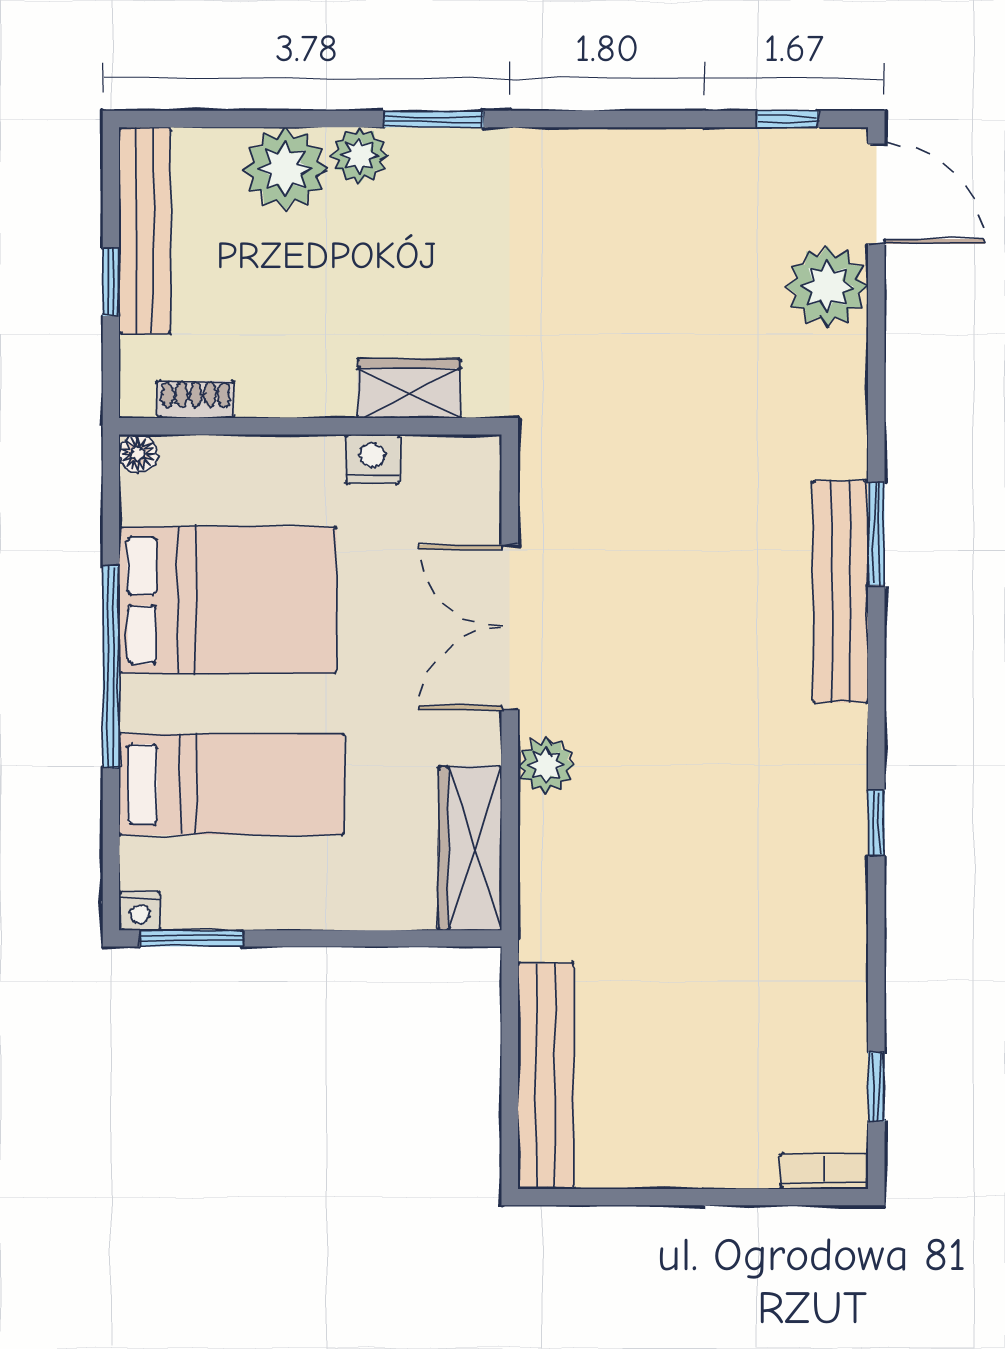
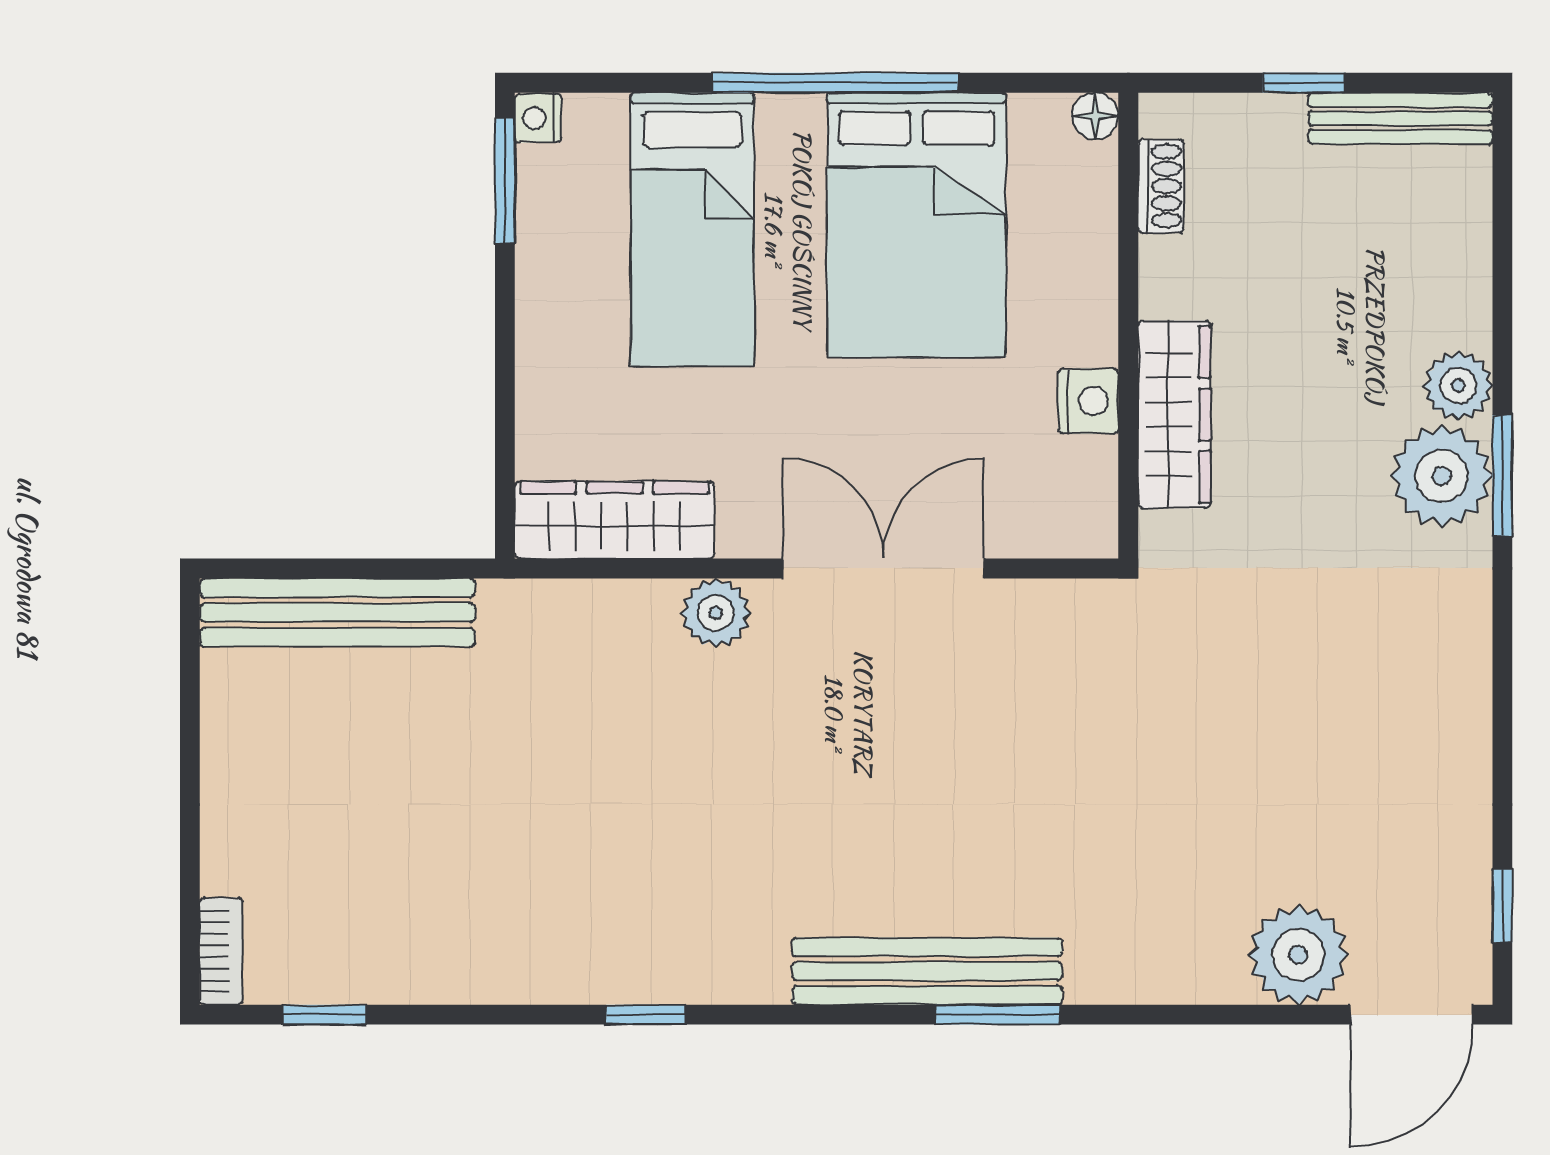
plant: (285, 169) -> (1442, 476), moved
bench: (145, 231) -> (1400, 118), width x0.73, depth x0.82
wardrobe: (409, 388) -> (1174, 414), width x1.50

